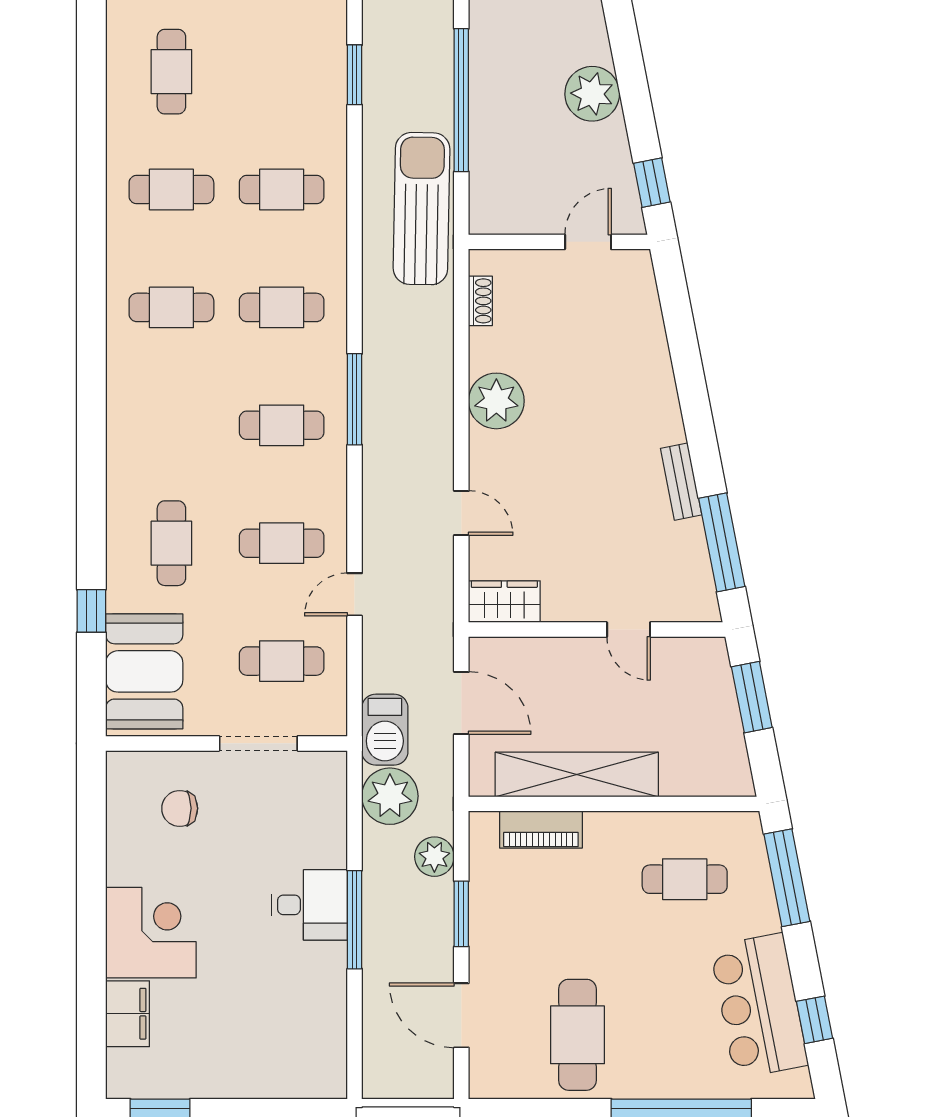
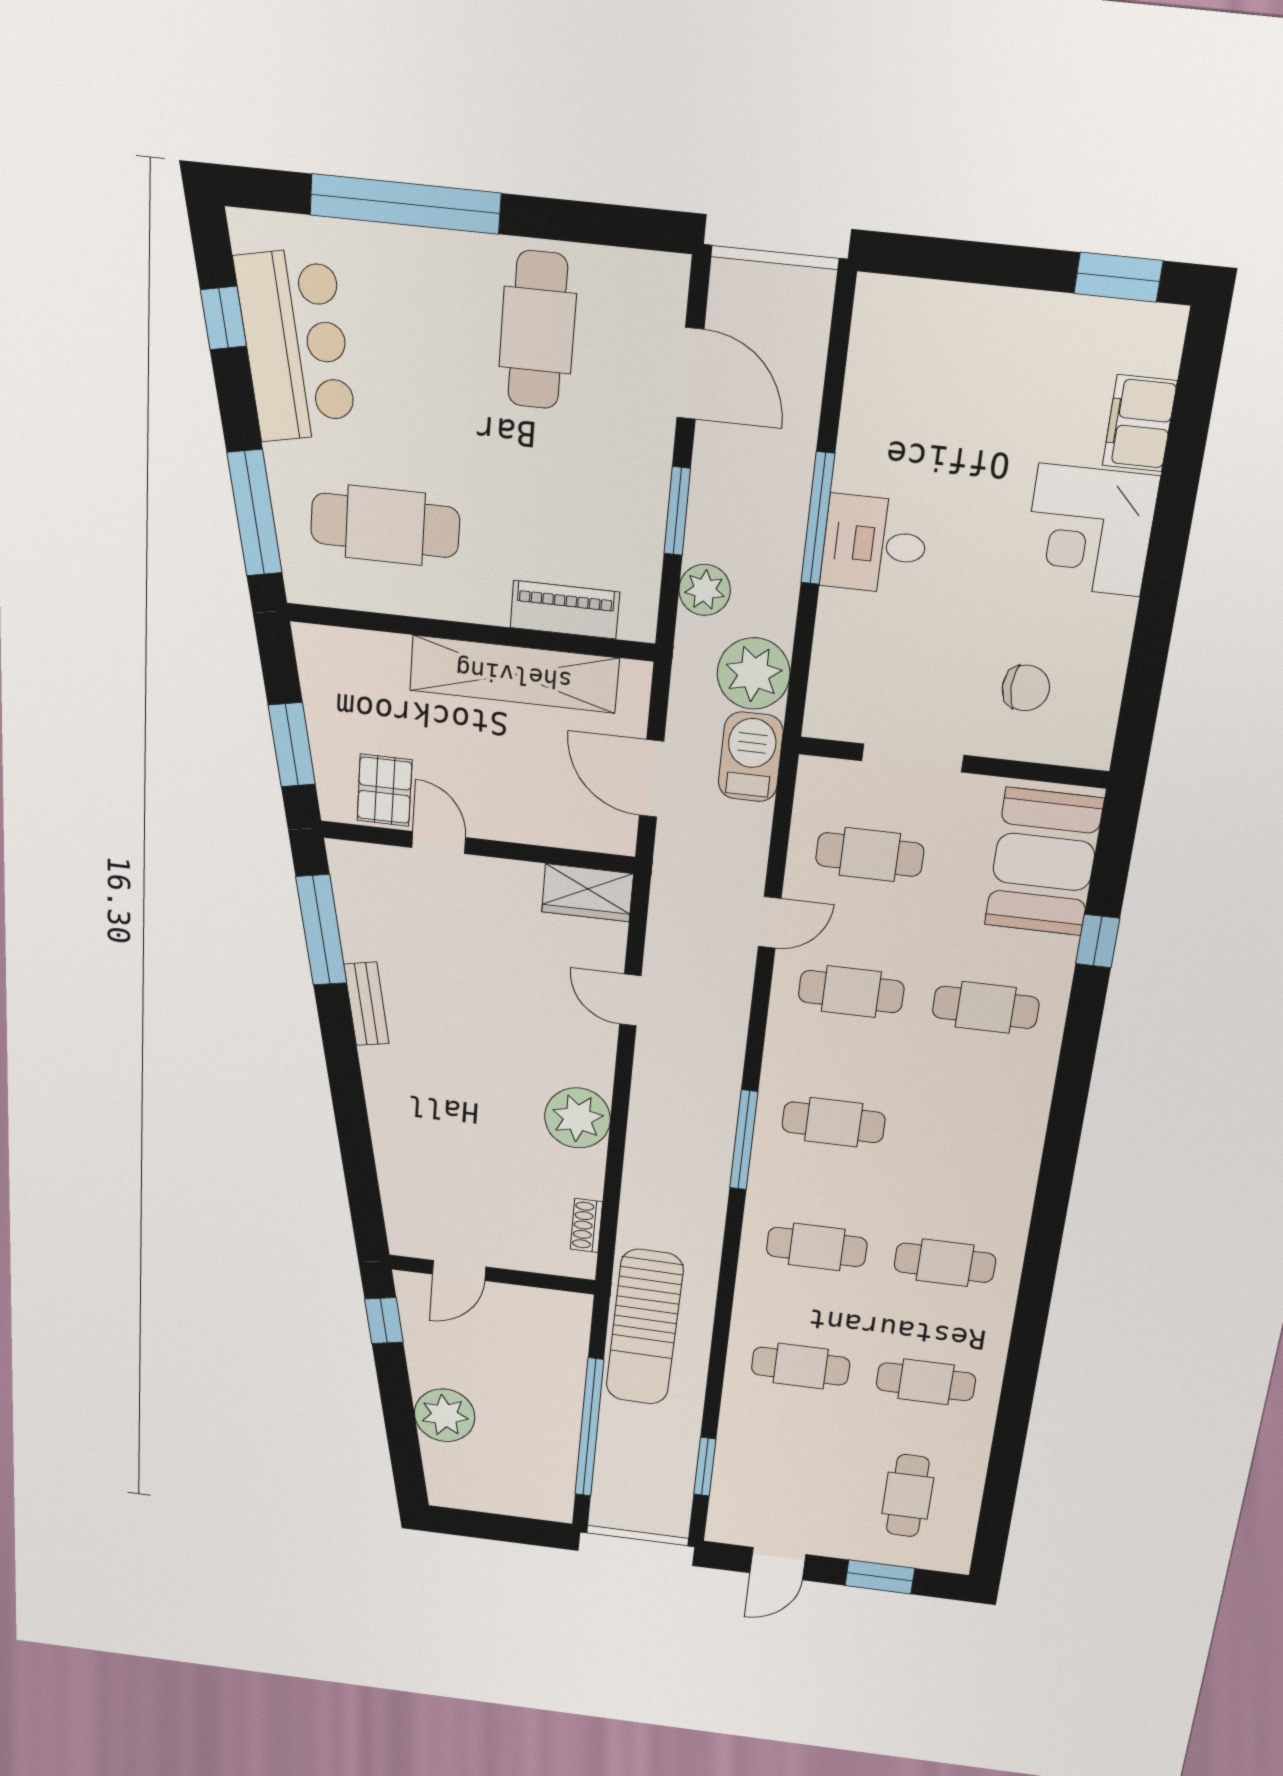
cafe table: (171, 543) -> (986, 1007), turned 90
pallet: (675, 668) -> (385, 790), added
cafe table: (685, 879) -> (385, 525), width x1.37, depth x1.35

